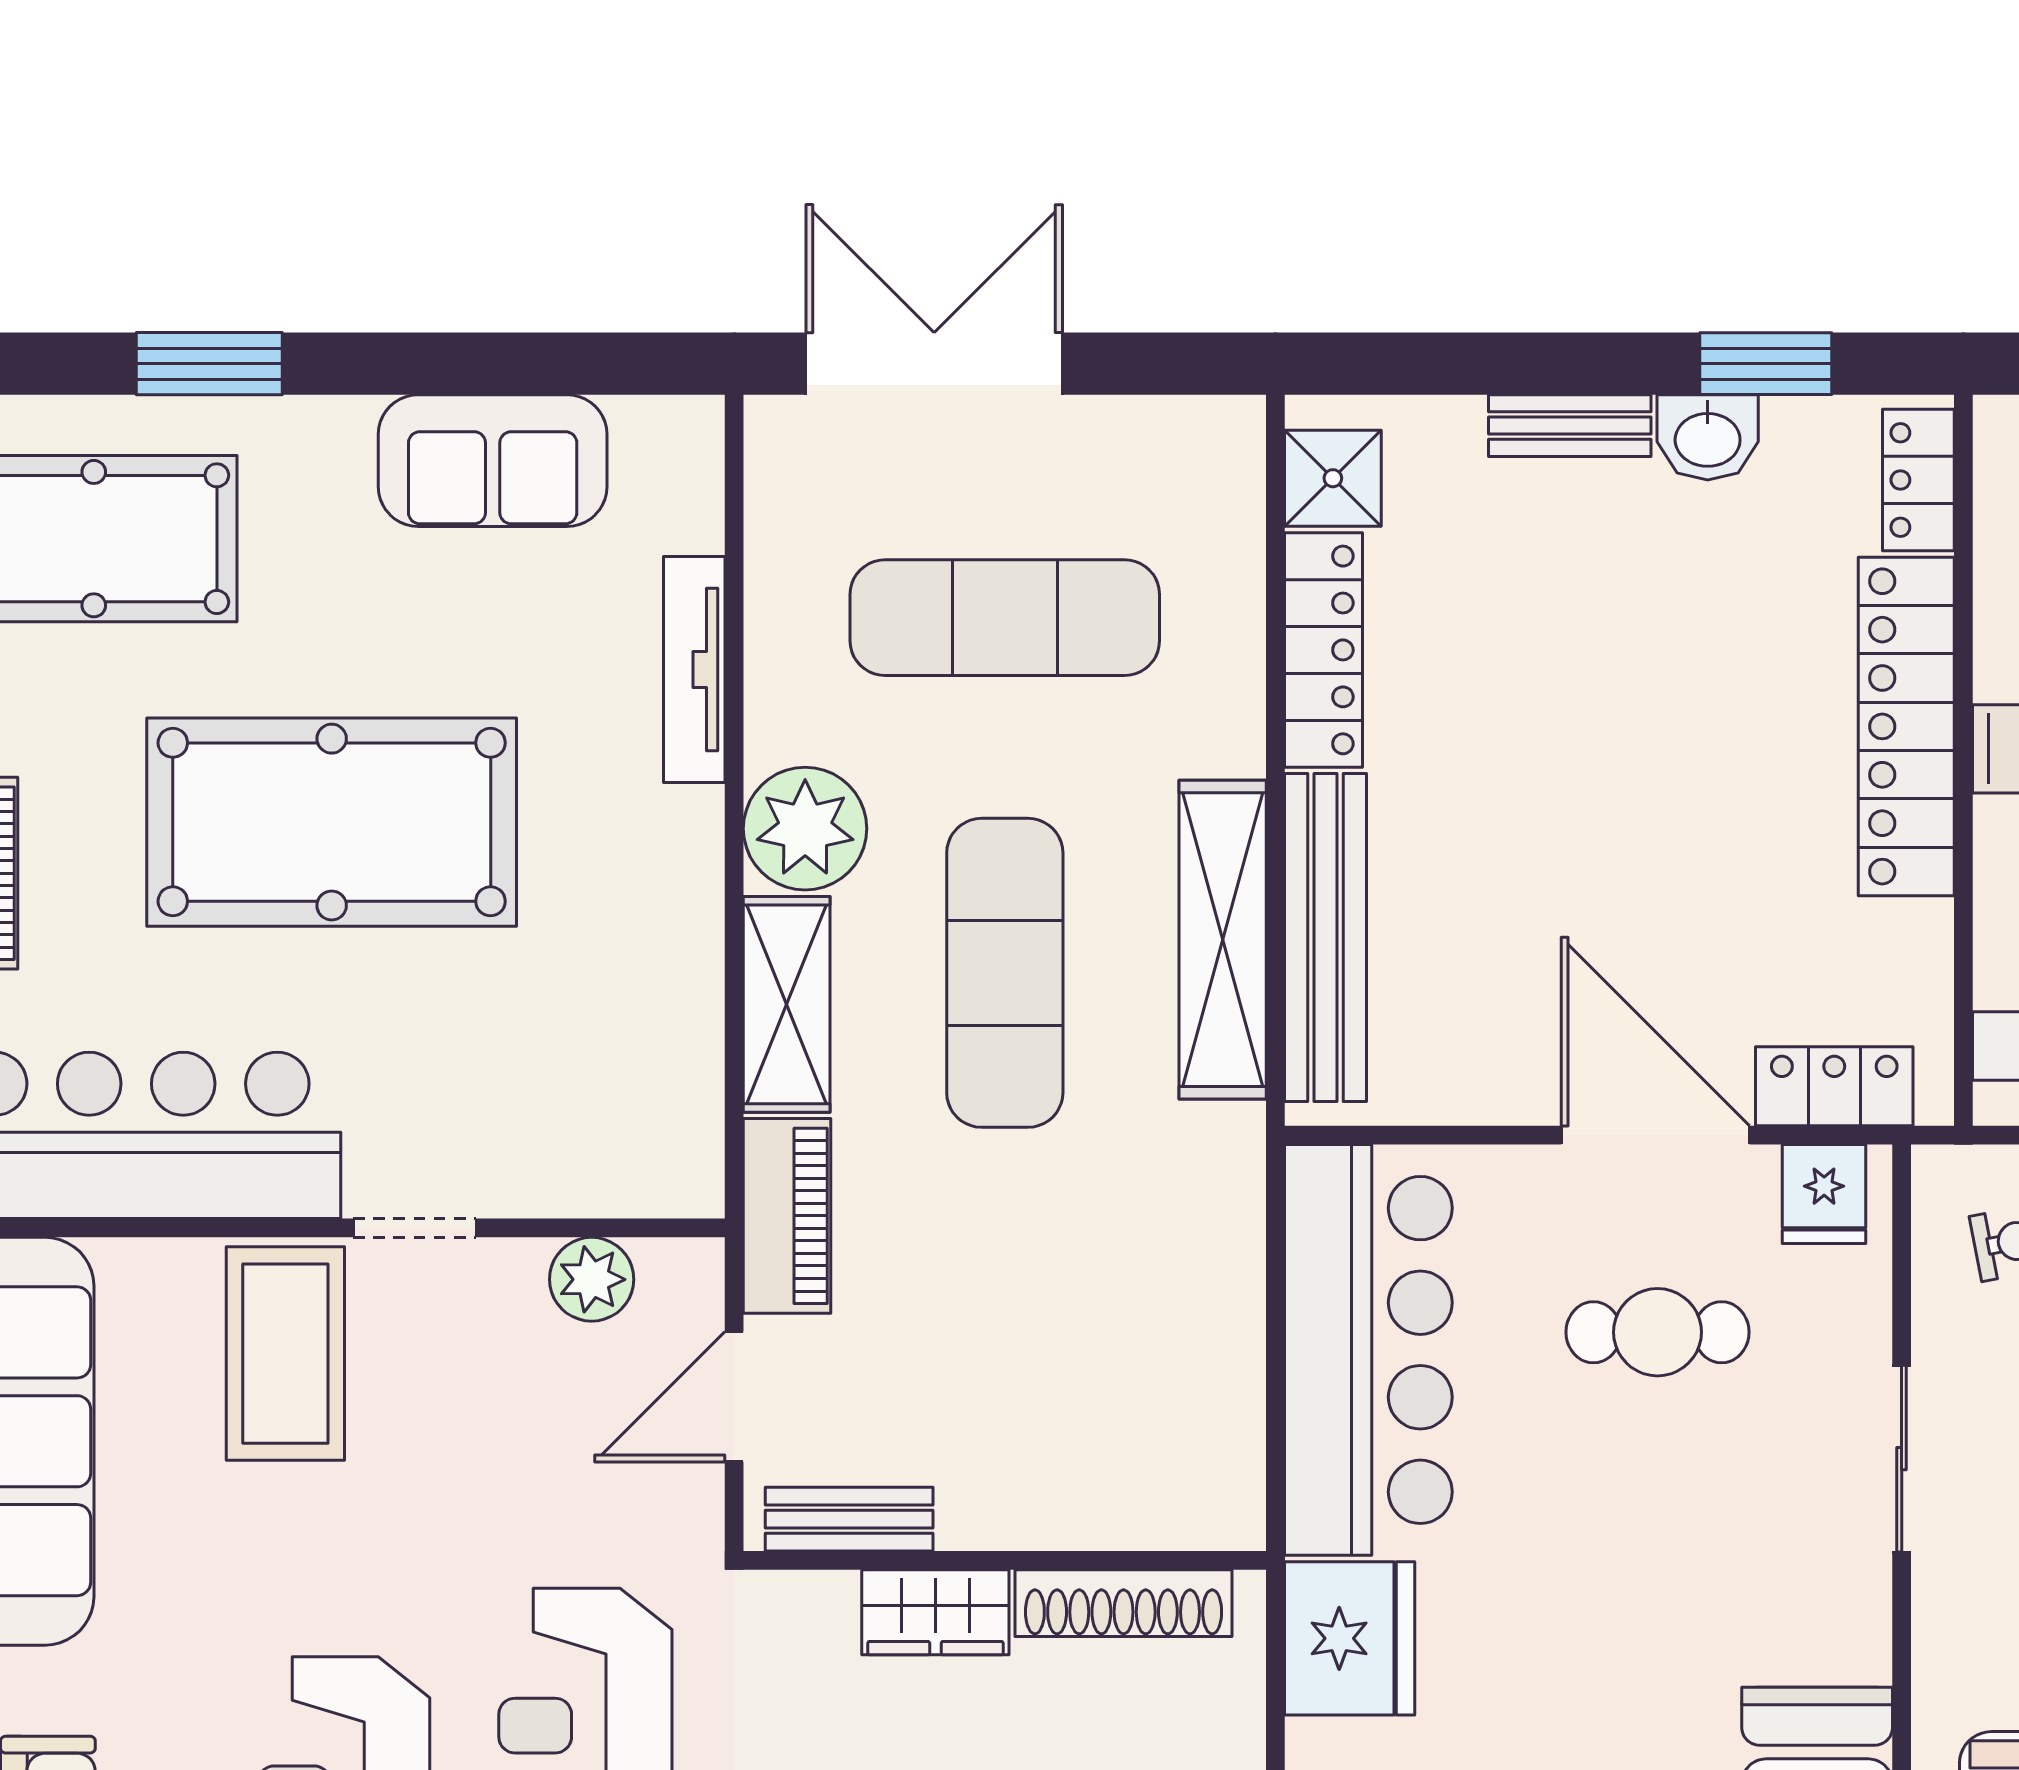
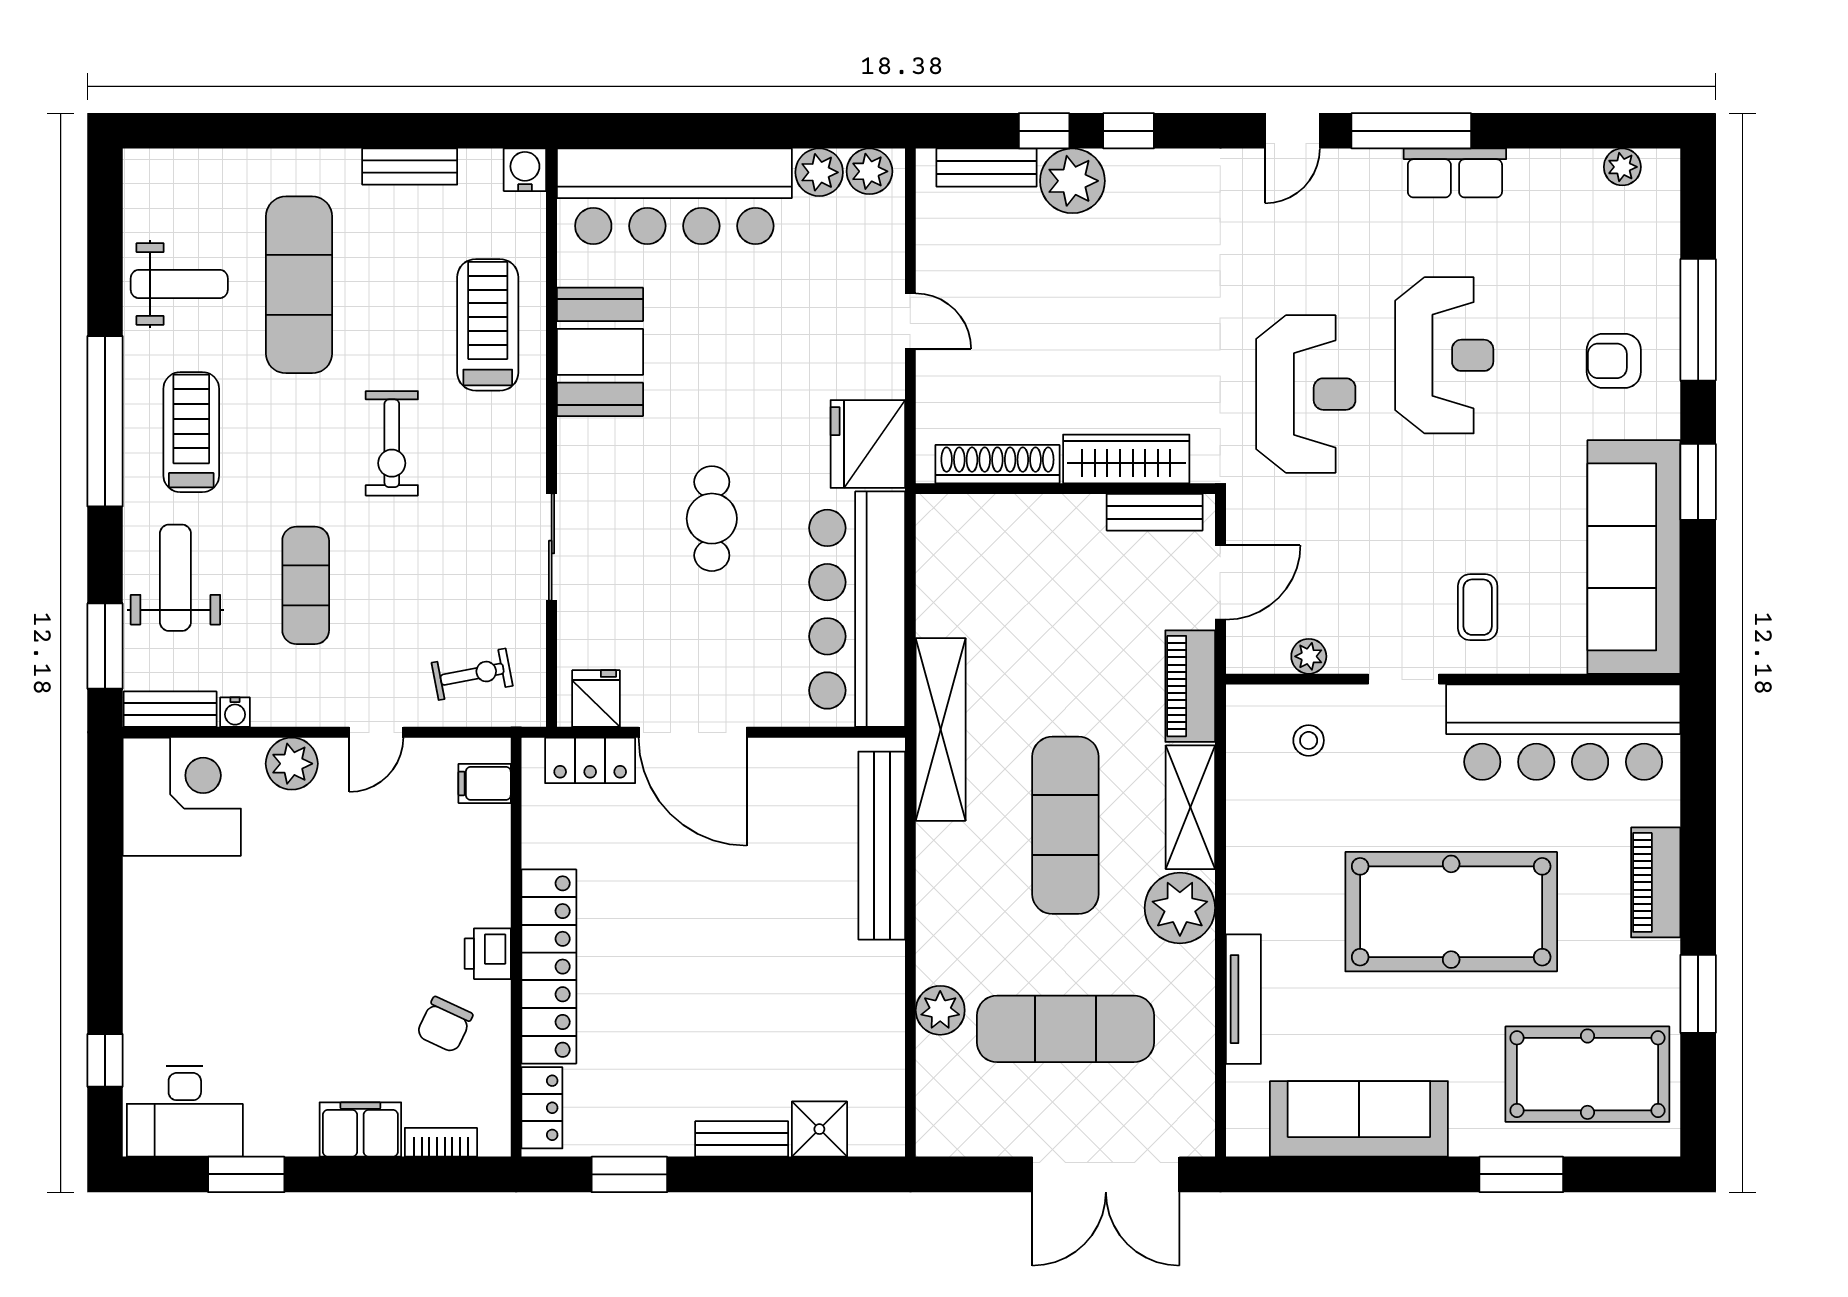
washbasin: (1708, 437) -> (663, 1132), removed
sofa: (493, 461) -> (1359, 1119), width x1.36
shower: (1333, 478) -> (819, 1129), moved
plant: (1223, 650) -> (940, 1010), added
locker: (1323, 650) -> (883, 1010), removed
shelving: (1223, 940) -> (941, 729), moved
stool: (580, 1121) -> (1309, 740), added
plant: (592, 1279) -> (1309, 656), width x0.73, depth x0.73
cafe table: (1657, 1332) -> (712, 519), moved, turned 90
coffee table: (285, 1354) -> (1478, 607), width x0.54, depth x0.58
wardrobe: (935, 1612) -> (1126, 459), width x1.50

